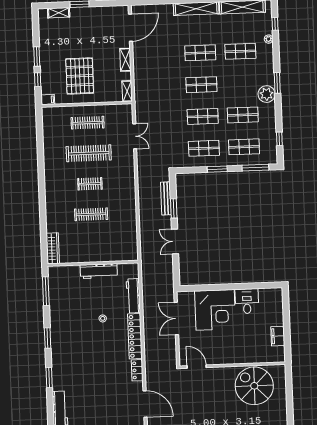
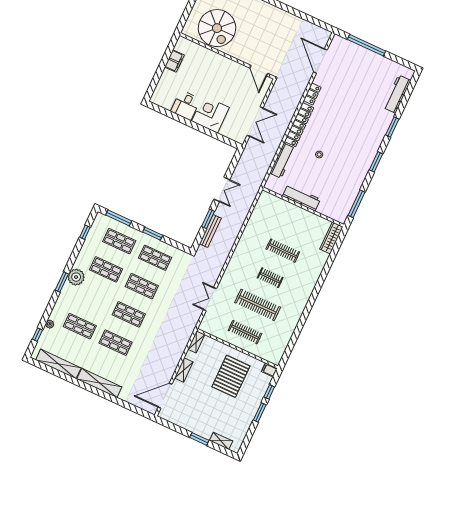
corner desk: (215, 310) -> (210, 114), width x0.74, depth x0.74

